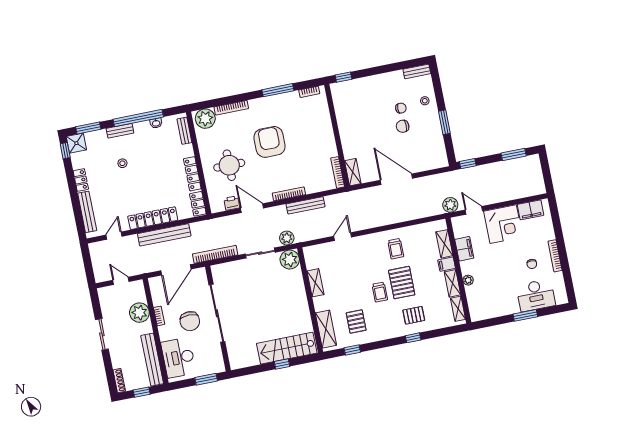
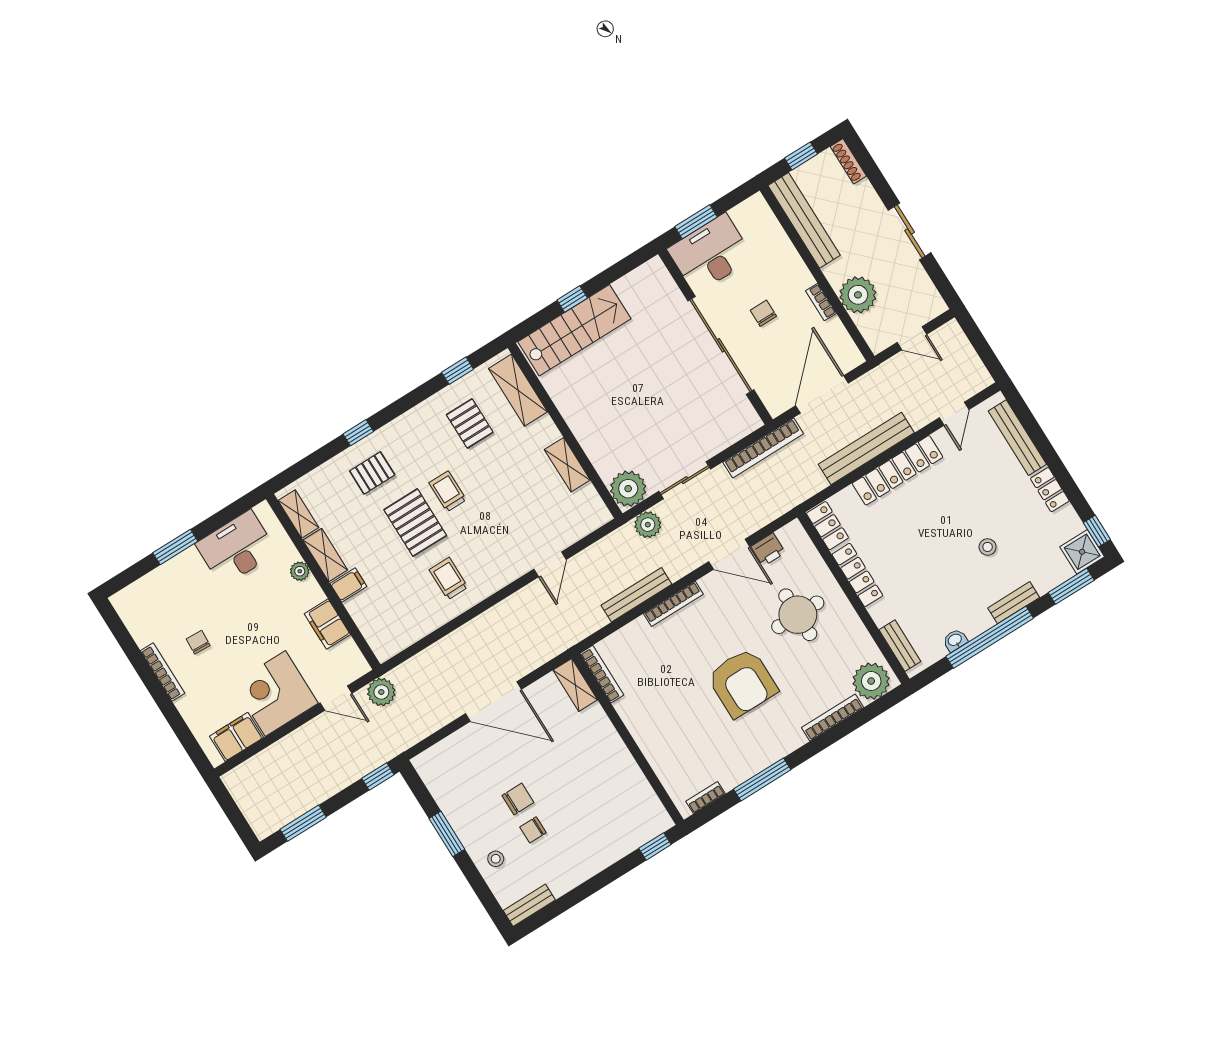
shelving: (444, 244) -> (366, 619), removed
desk: (536, 295) -> (237, 548), moved
chair: (190, 321) -> (763, 313), width x0.54, depth x0.54
desk: (178, 358) -> (710, 254), moved, turned -90

